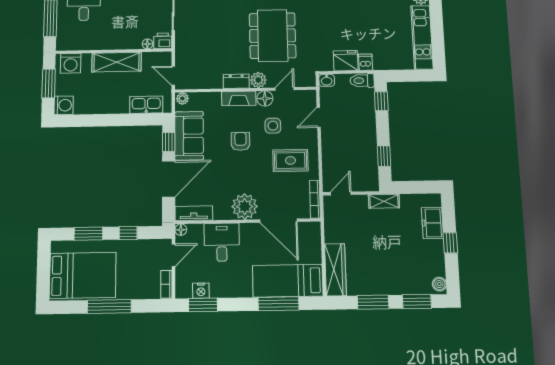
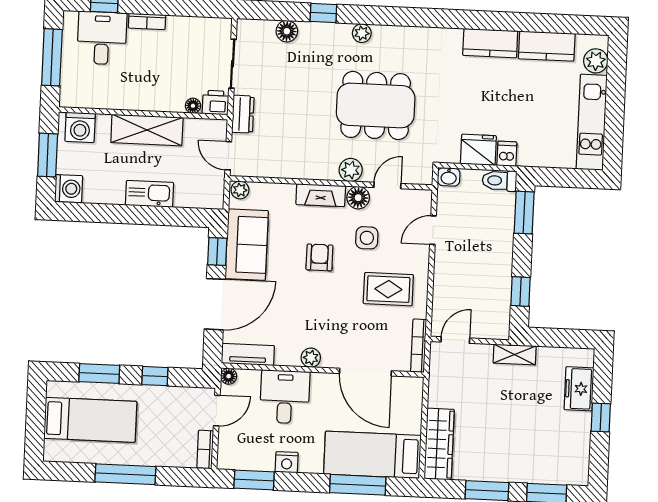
dining table: (273, 36) -> (376, 105), turned 90
dresser: (236, 81) -> (243, 114), moved, turned 90
window: (381, 101) -> (524, 213), width x1.50
kitchen sink: (146, 105) -> (149, 194), moved
plant: (245, 206) -> (311, 358), width x0.53, depth x0.53
bed: (83, 275) -> (90, 420), width x0.67
boiler: (439, 284) -> (580, 472), removed
nightstand: (201, 291) -> (287, 462), moved

